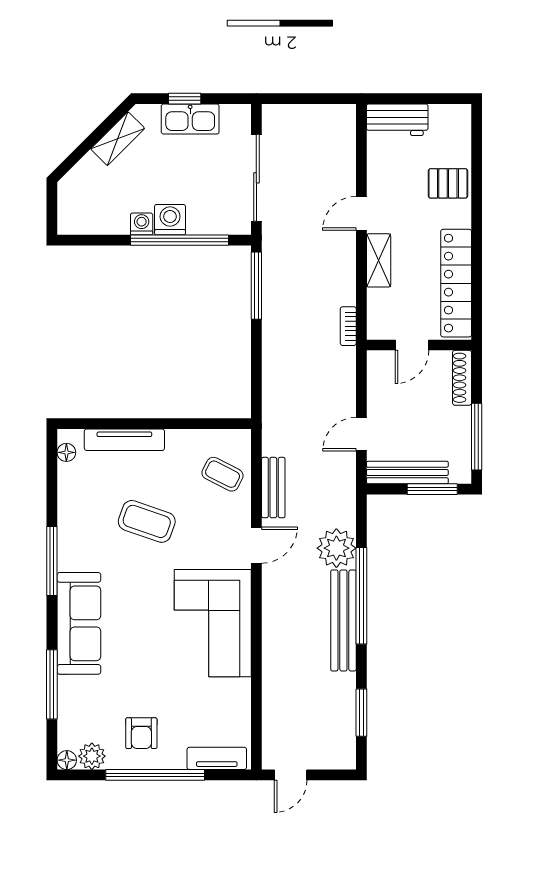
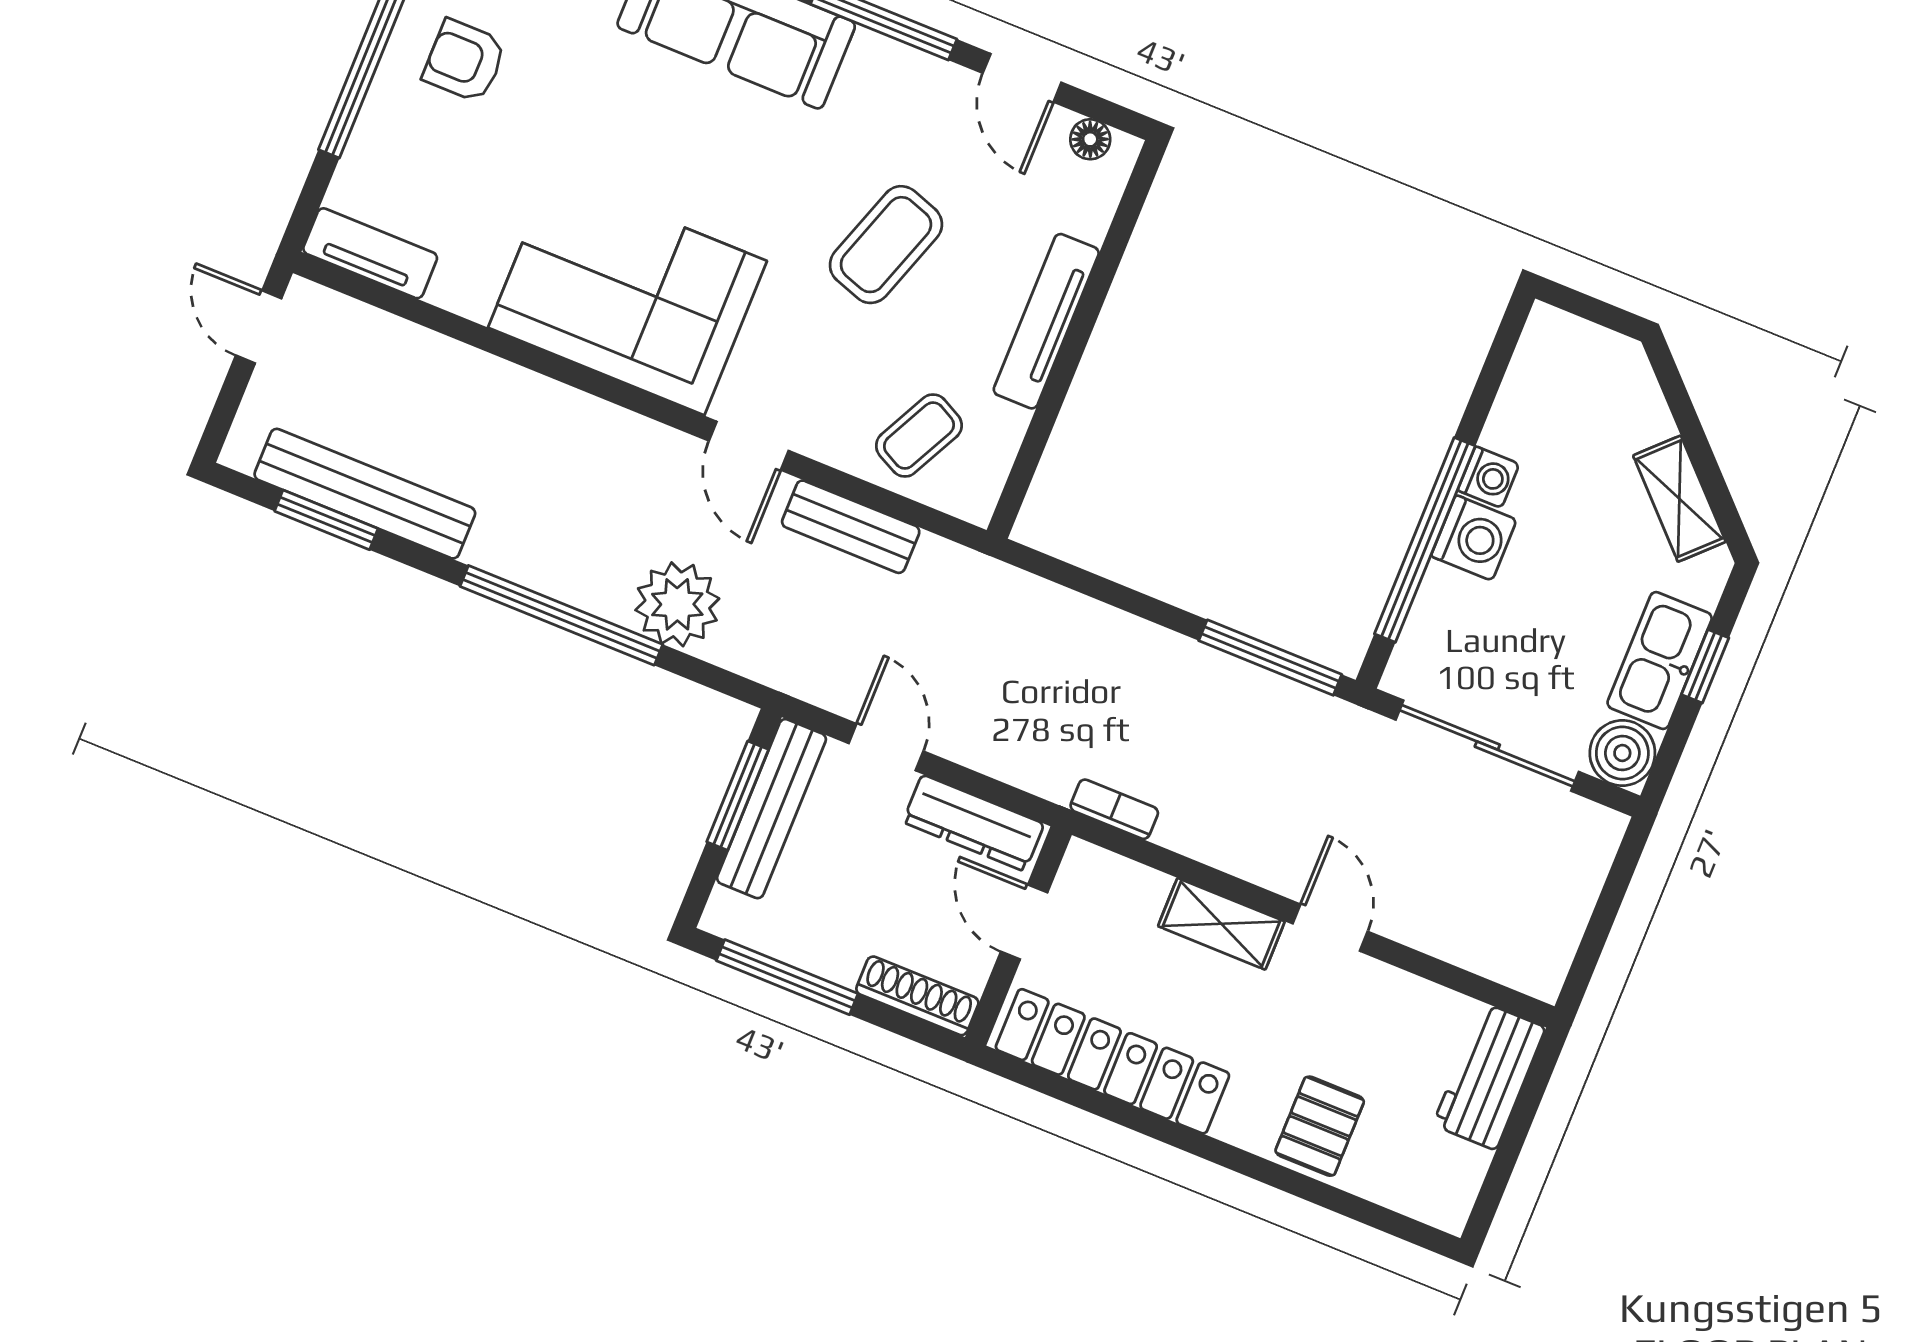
boiler: (236, 119) -> (1622, 753), added
dresser: (378, 384) -> (973, 823), added
tv unit: (124, 440) -> (1046, 321), moved
window: (432, 489) -> (738, 796), moved
door: (52, 492) -> (1022, 78), added
bench: (343, 620) -> (365, 494), moved
tv unit: (217, 758) -> (370, 253), moved, turned -90

